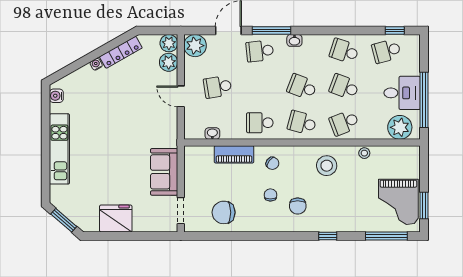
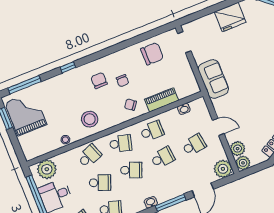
school desk: (260, 51) -> (163, 158), moved
sofa: (164, 172) -> (213, 79), moved

